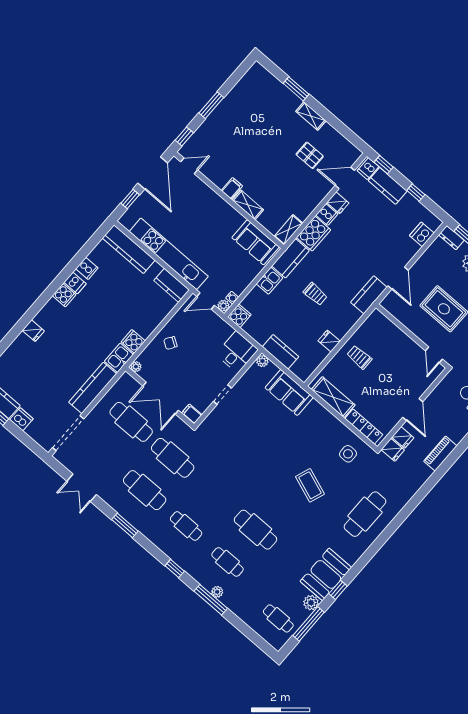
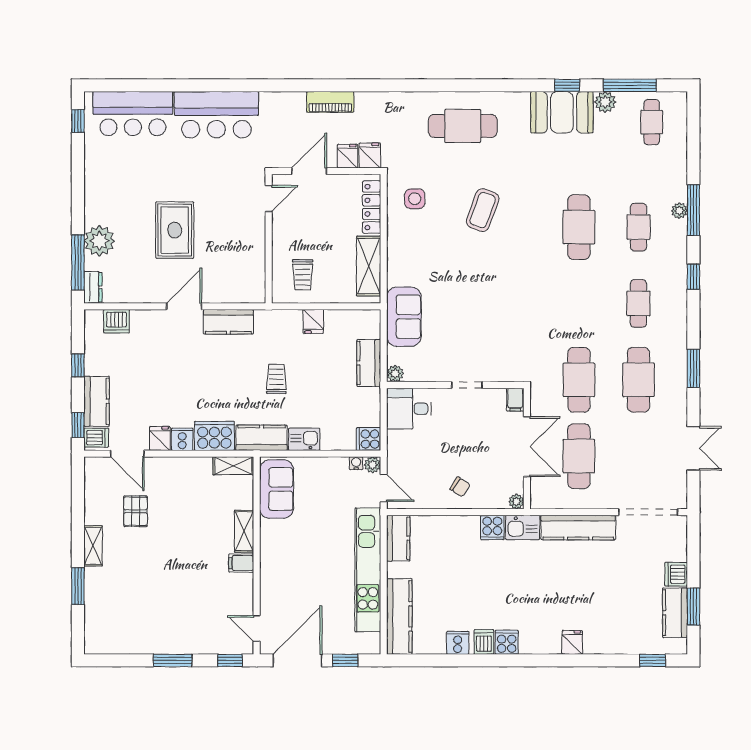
wall: (412, 336) -> (269, 239), moved
door: (434, 355) -> (269, 198), moved

